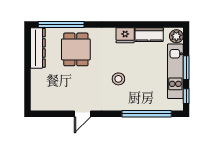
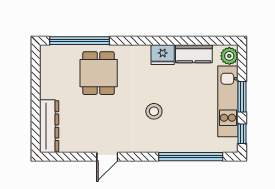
dresser: (38, 48) -> (49, 126), moved

